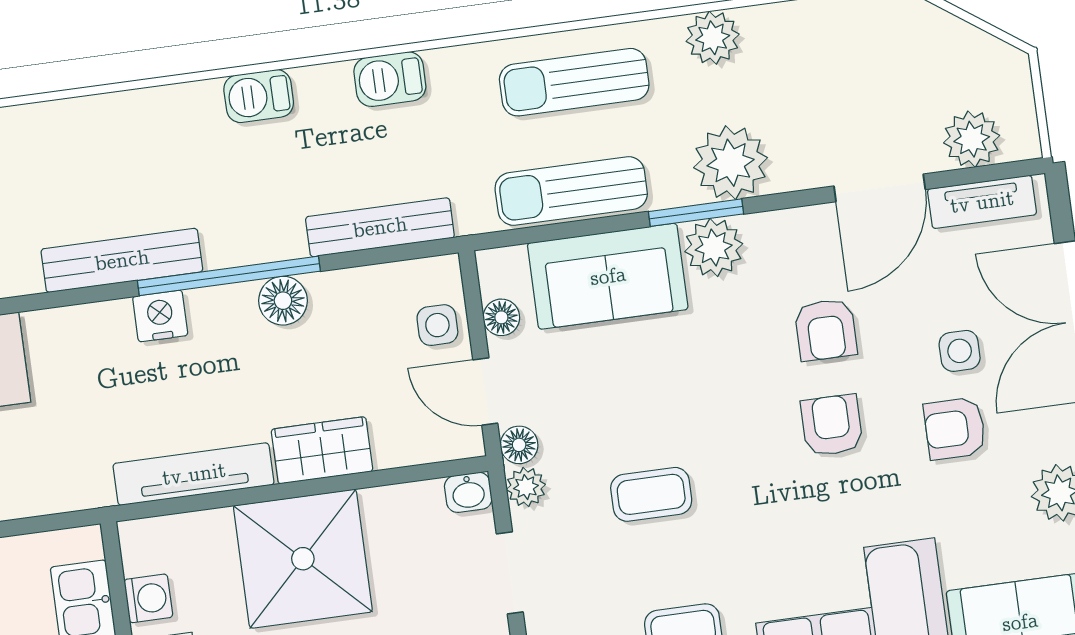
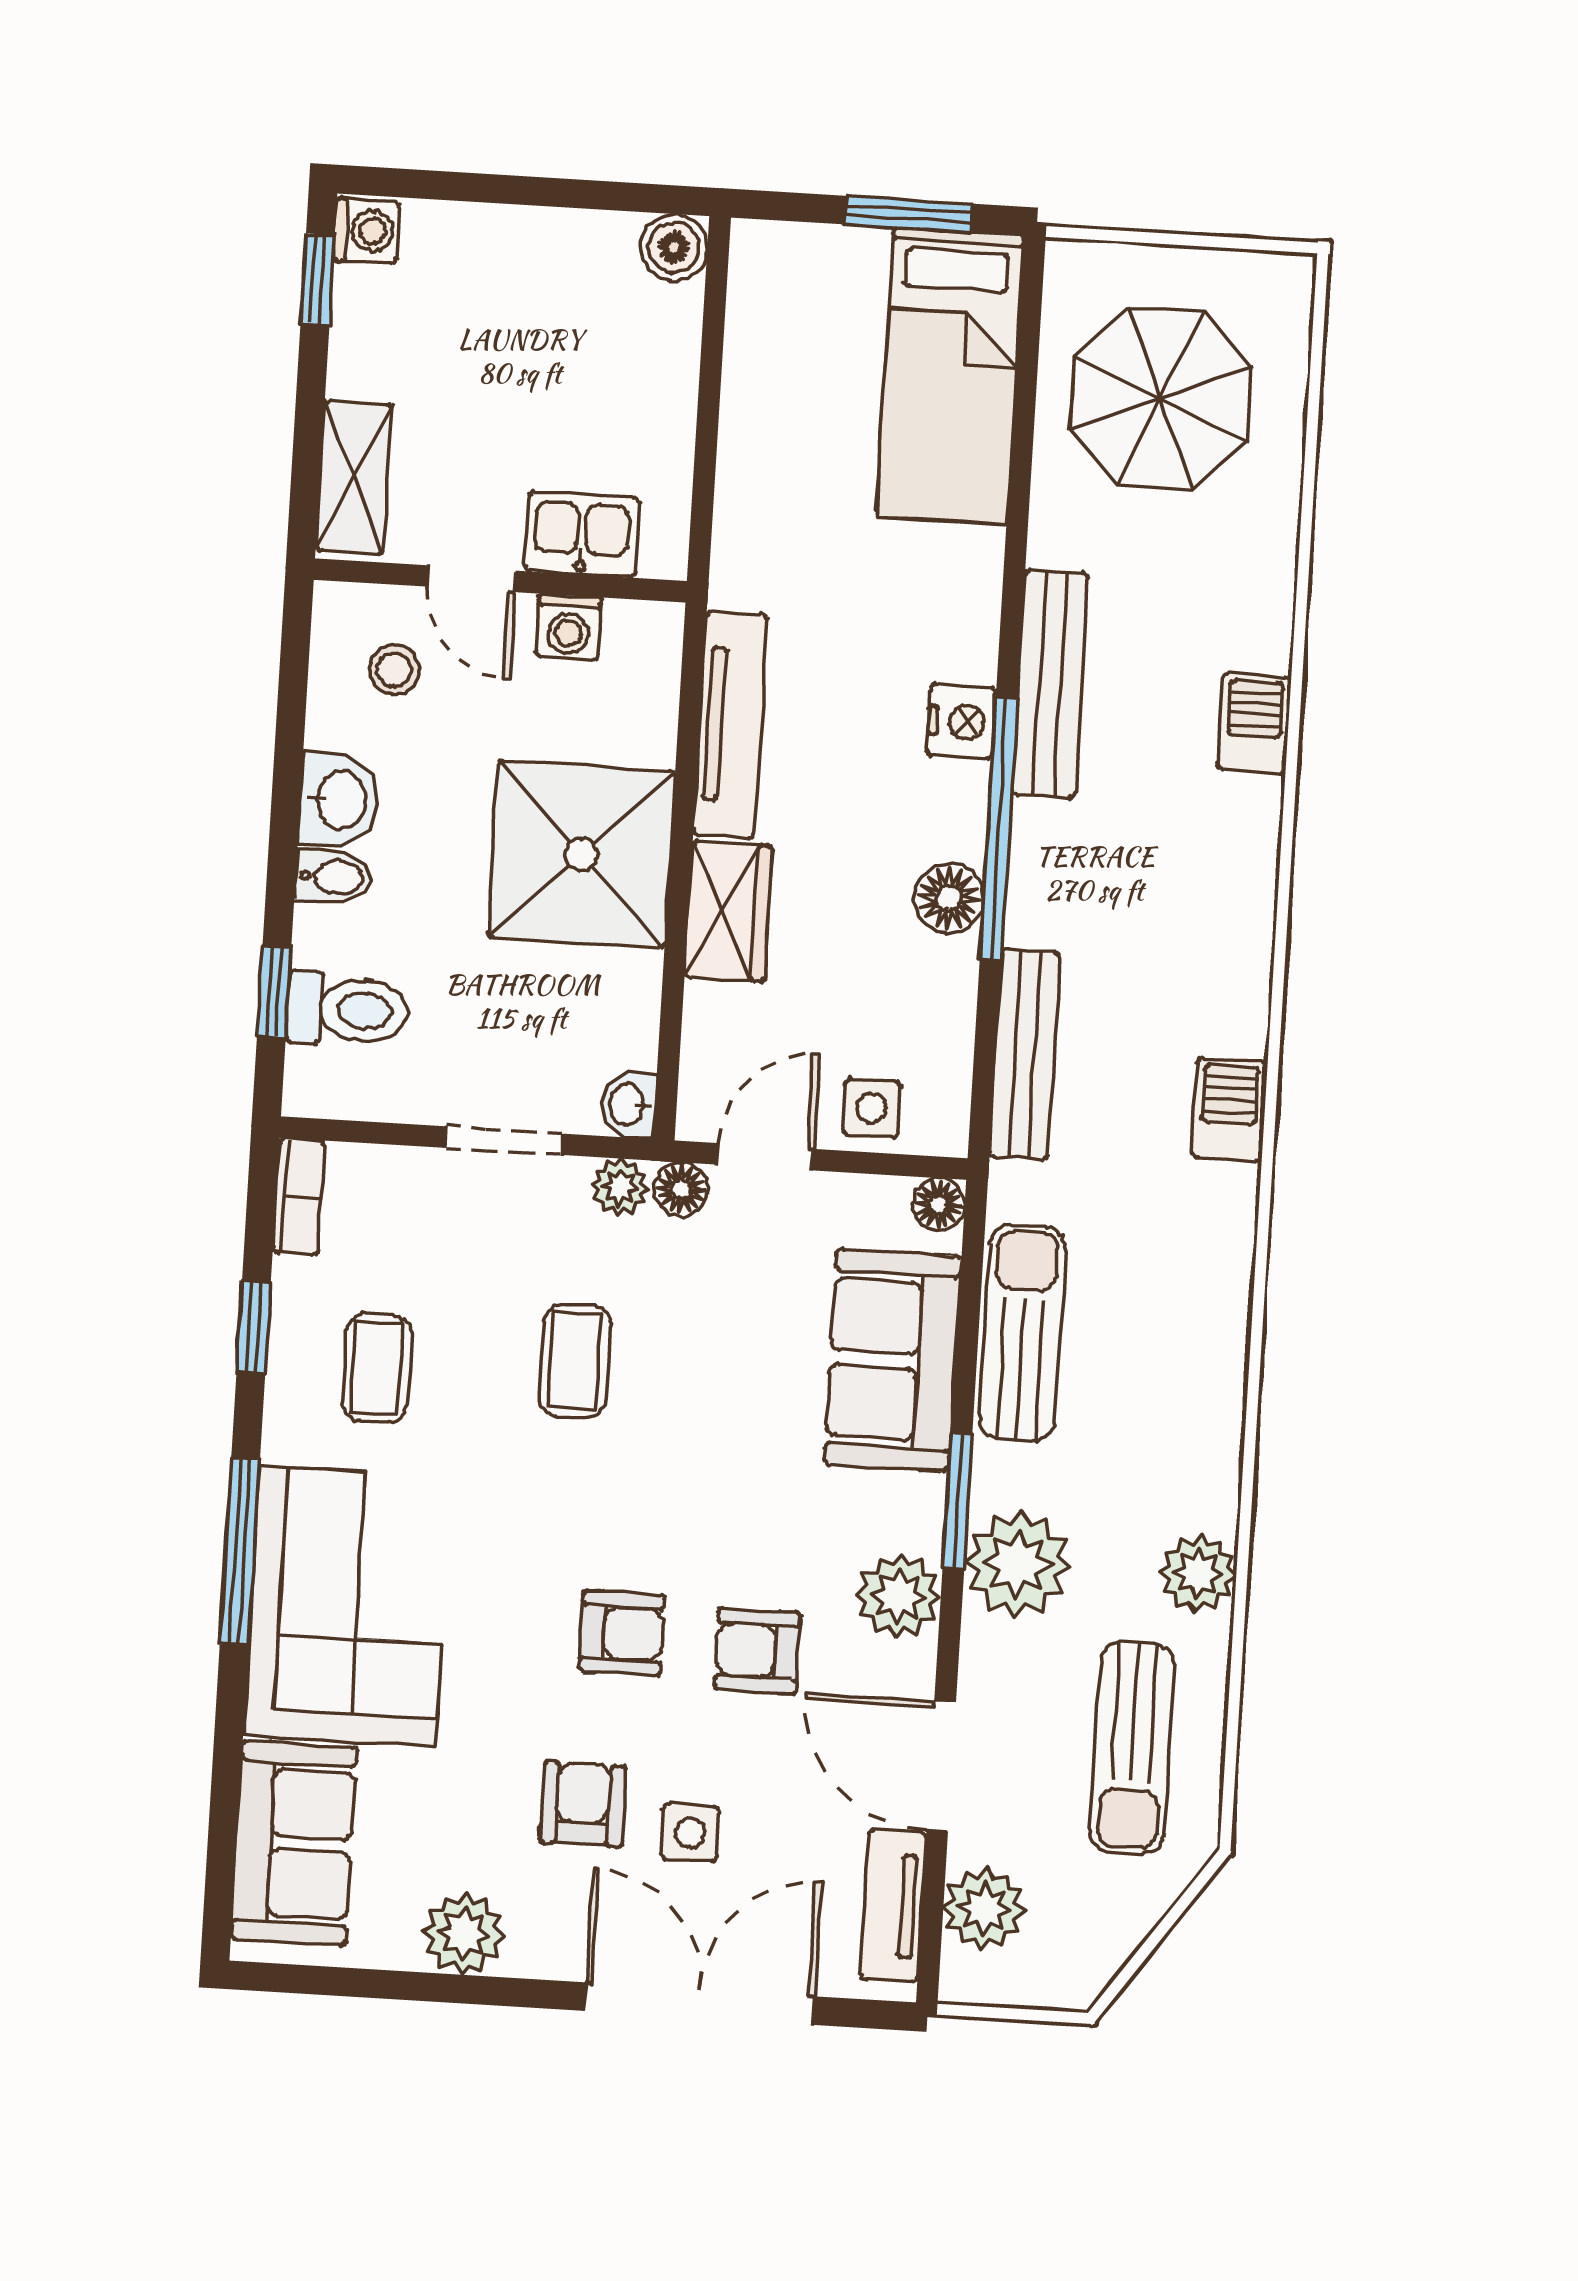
sun lounger: (574, 82) -> (1132, 1748), moved, turned 180
barbecue: (259, 96) -> (1254, 723), moved
plant: (714, 248) -> (899, 1596), moved
floor lamp: (501, 317) -> (939, 1204), moved

